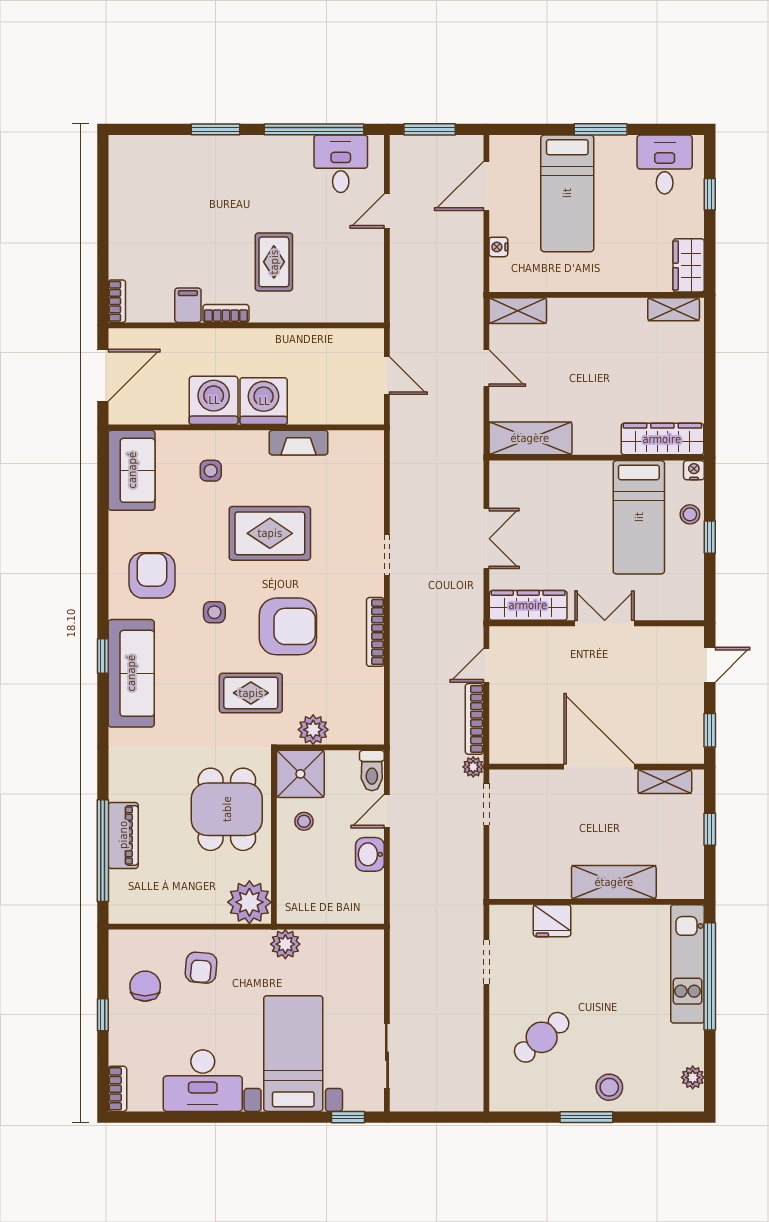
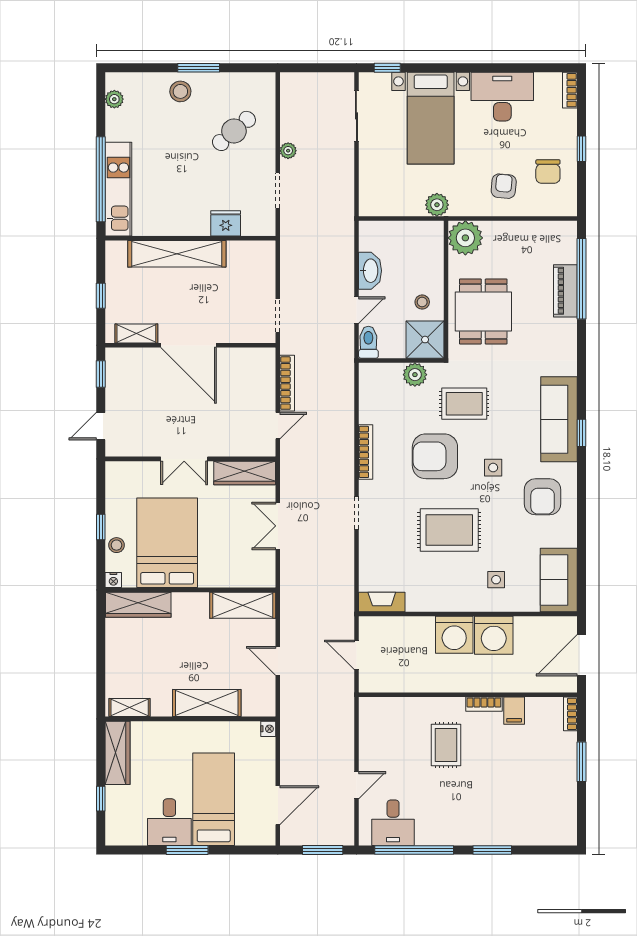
desk: (665, 164) -> (169, 822), moved
window: (103, 241) -> (581, 762), added
nightstand: (498, 247) -> (268, 729), moved
wardrobe: (689, 265) -> (118, 753), width x1.50
shelving: (518, 311) -> (207, 703), moved, width x1.50, depth x1.33
fireplace: (298, 443) -> (382, 602), moved
bed: (639, 517) -> (167, 543), width x1.50
plant: (473, 767) -> (288, 151), moved
washbasin: (370, 854) -> (370, 271), width x1.38
shelving: (614, 882) -> (177, 254), width x1.47

